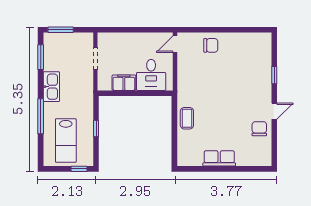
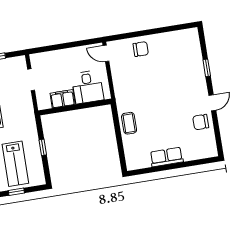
door: (175, 44) -> (106, 53), hinge flipped
chair: (259, 129) -> (201, 122), turned -90
window: (79, 169) -> (16, 192), moved

